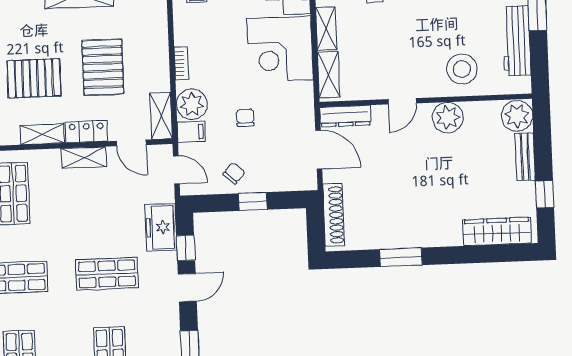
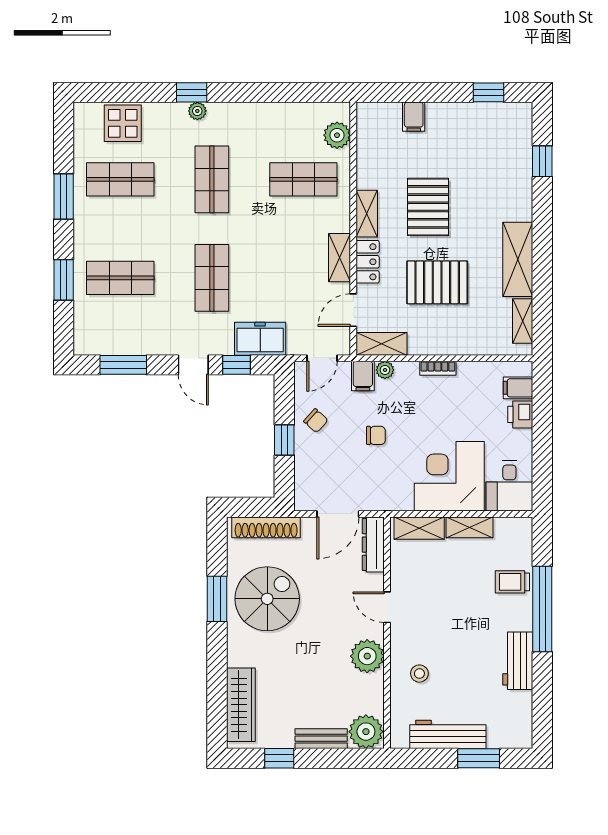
stool: (462, 69) -> (419, 674), width x0.53, depth x0.53
plant: (192, 104) -> (385, 370), width x0.53, depth x0.53
spiral stairs: (399, 211) -> (267, 599), added

